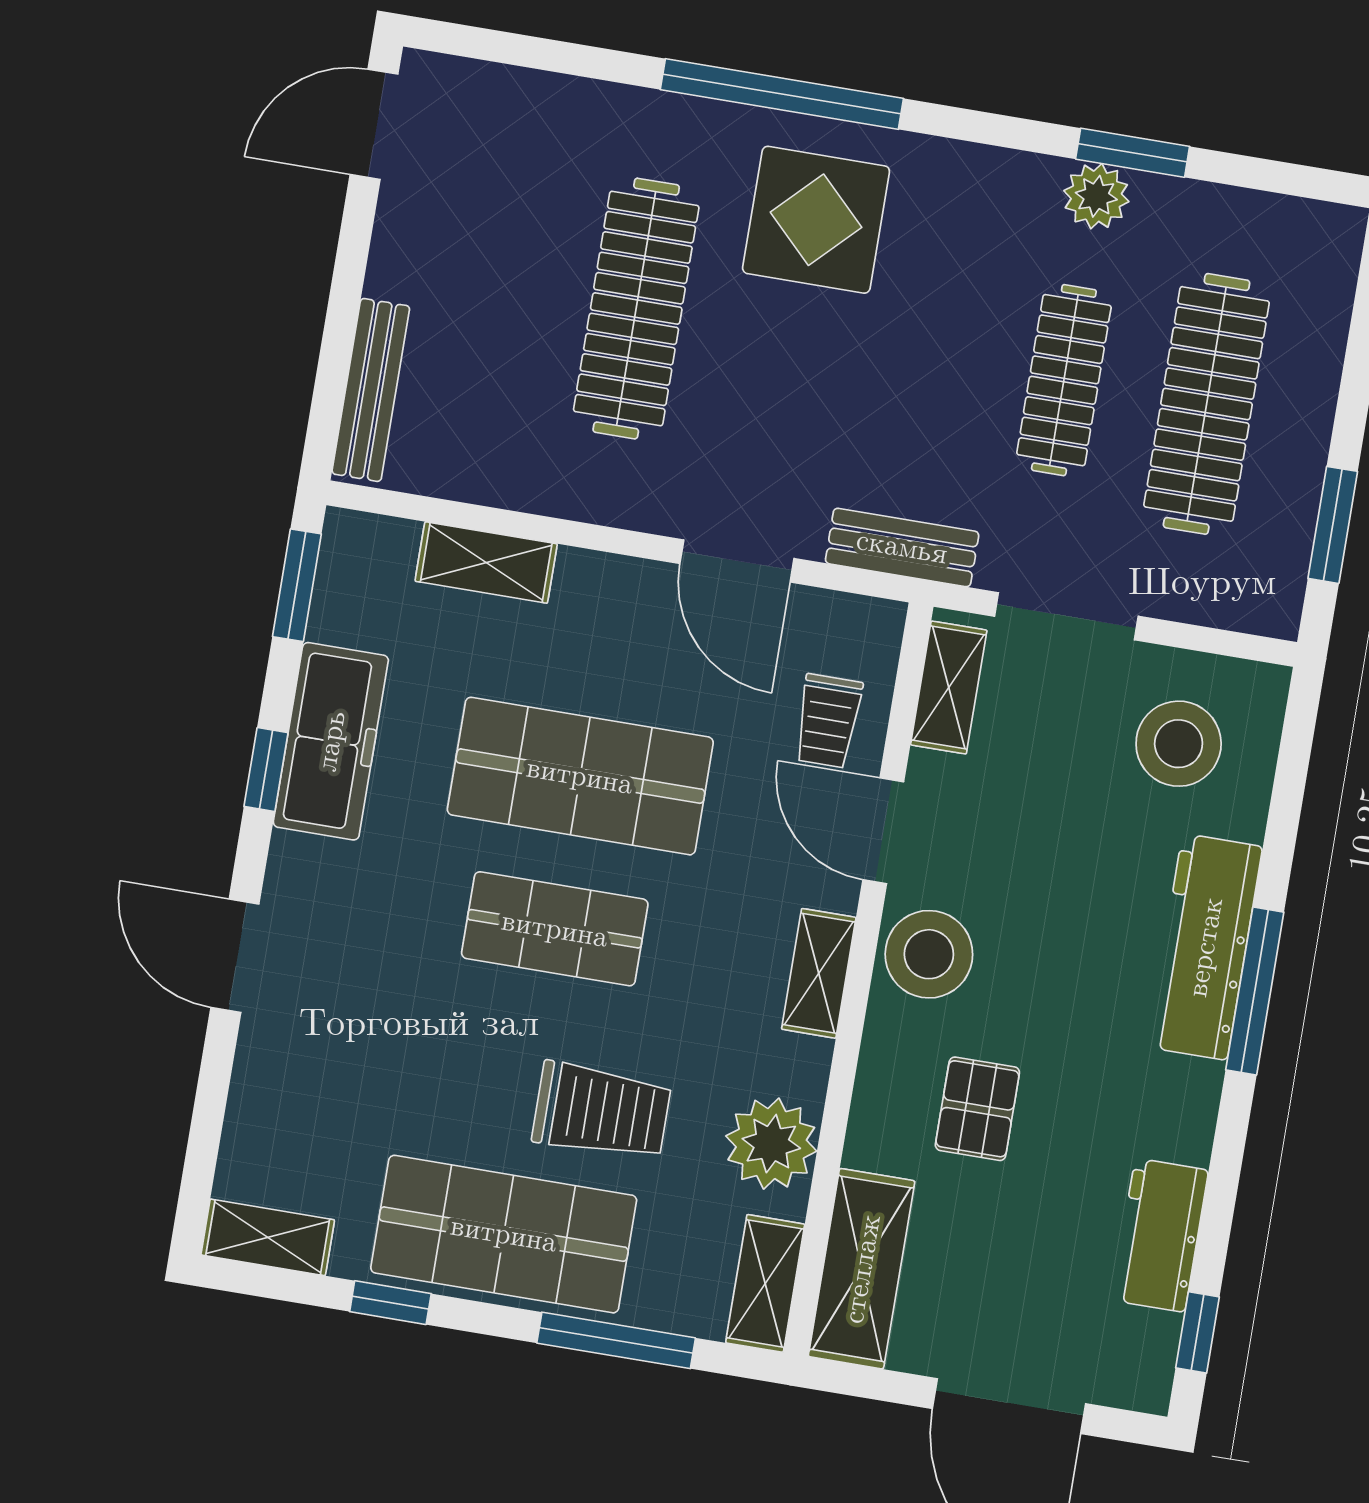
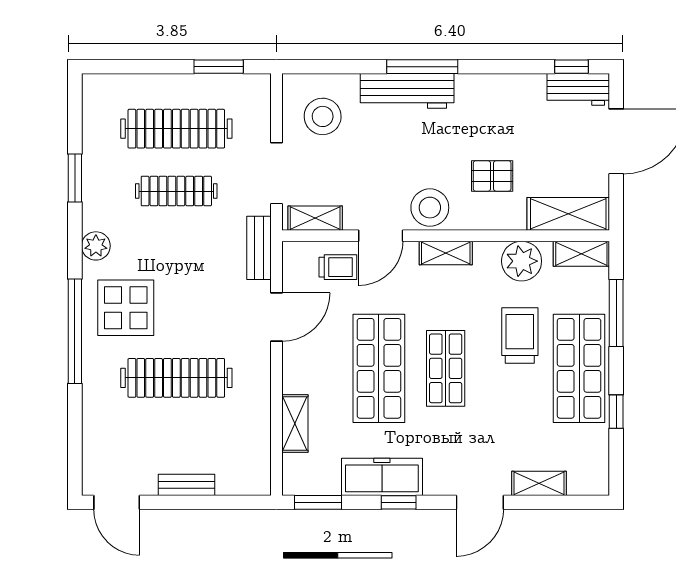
plant: (1096, 196) -> (96, 246), moved
bench: (371, 390) -> (187, 485), moved, width x0.73
workbench: (1160, 1235) -> (578, 89), moved
shelving: (268, 1237) -> (539, 483), moved, turned 90

